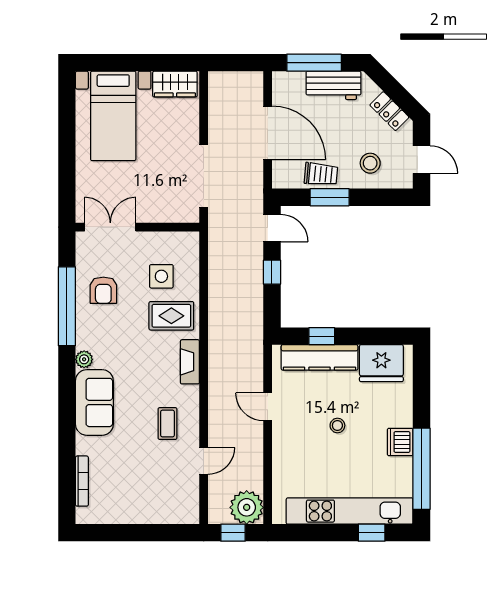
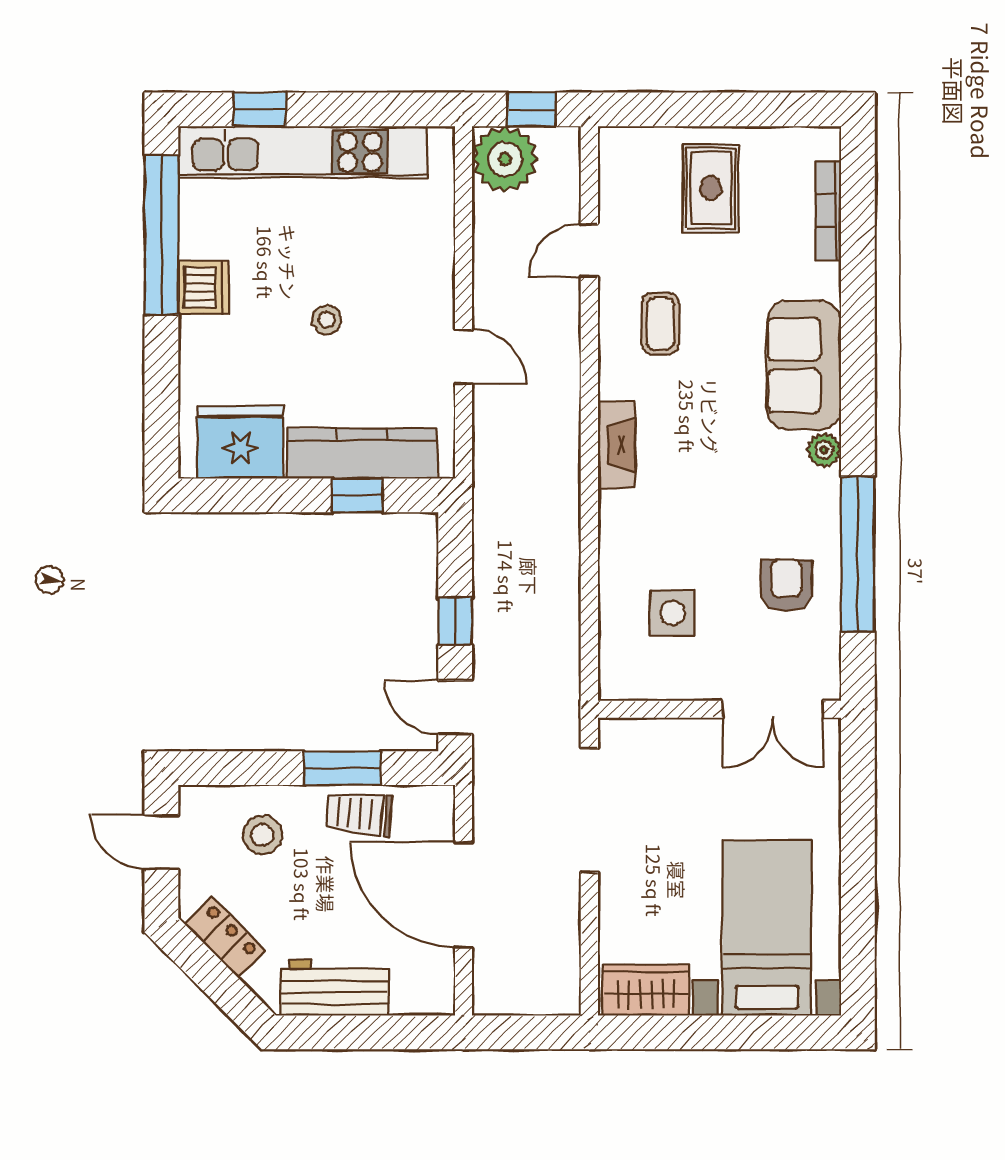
window: (314, 63) -> (373, 1032), removed
rug: (171, 316) -> (711, 188), moved, turned 90

